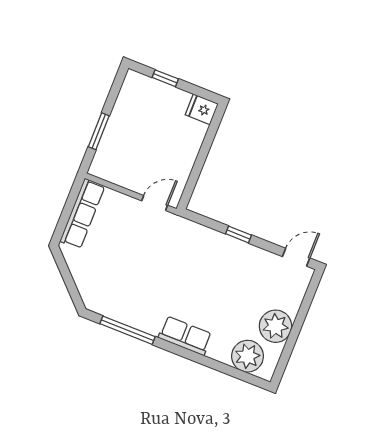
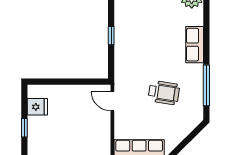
fridge: (202, 109) -> (37, 107), moved, turned -90
wheelchair: (140, 273) -> (164, 93), added

